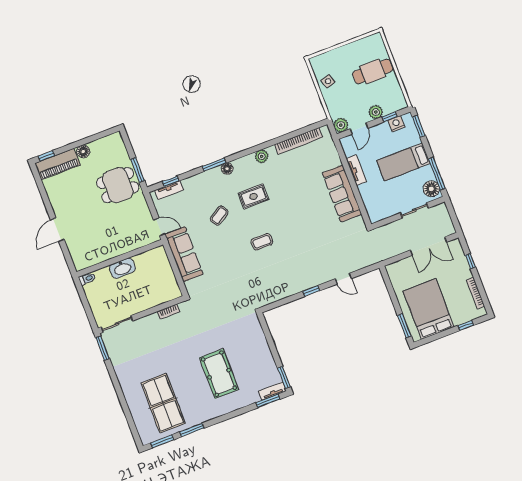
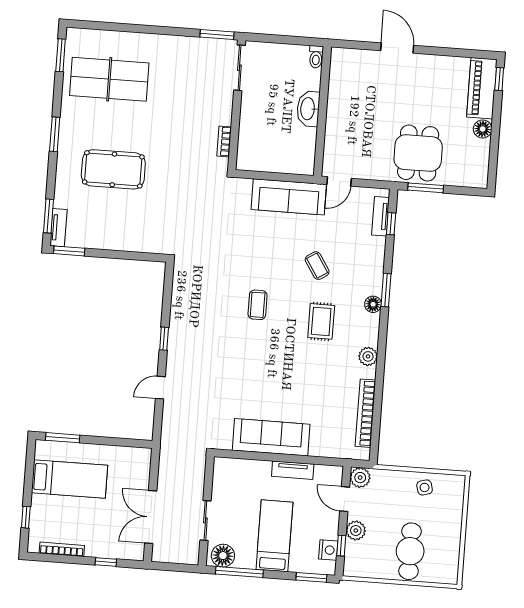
bed: (429, 309) -> (70, 479), width x0.67
window: (192, 430) -> (55, 134), moved

